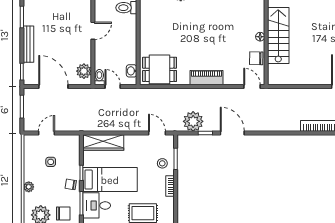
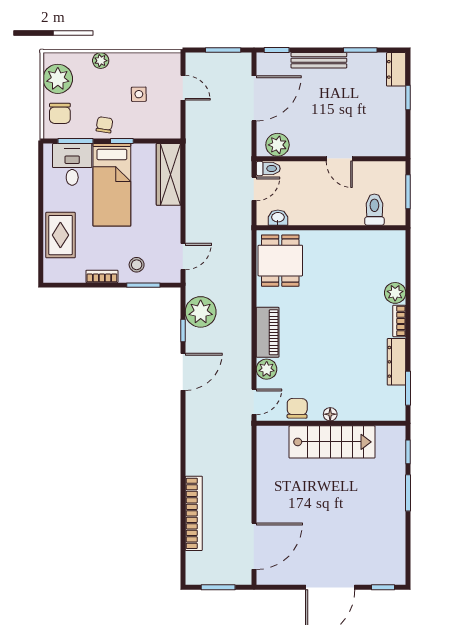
plant: (231, 78) -> (267, 369), added

